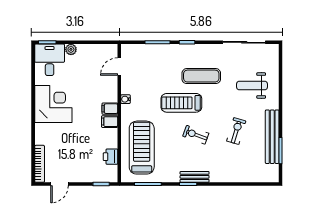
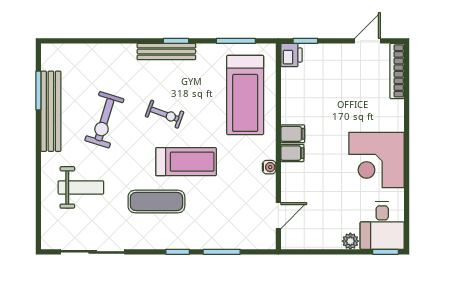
exercise bike: (236, 131) -> (104, 120), width x1.38, depth x1.39
printer: (111, 157) -> (291, 55), moved
bench: (195, 177) -> (166, 51), width x1.36

